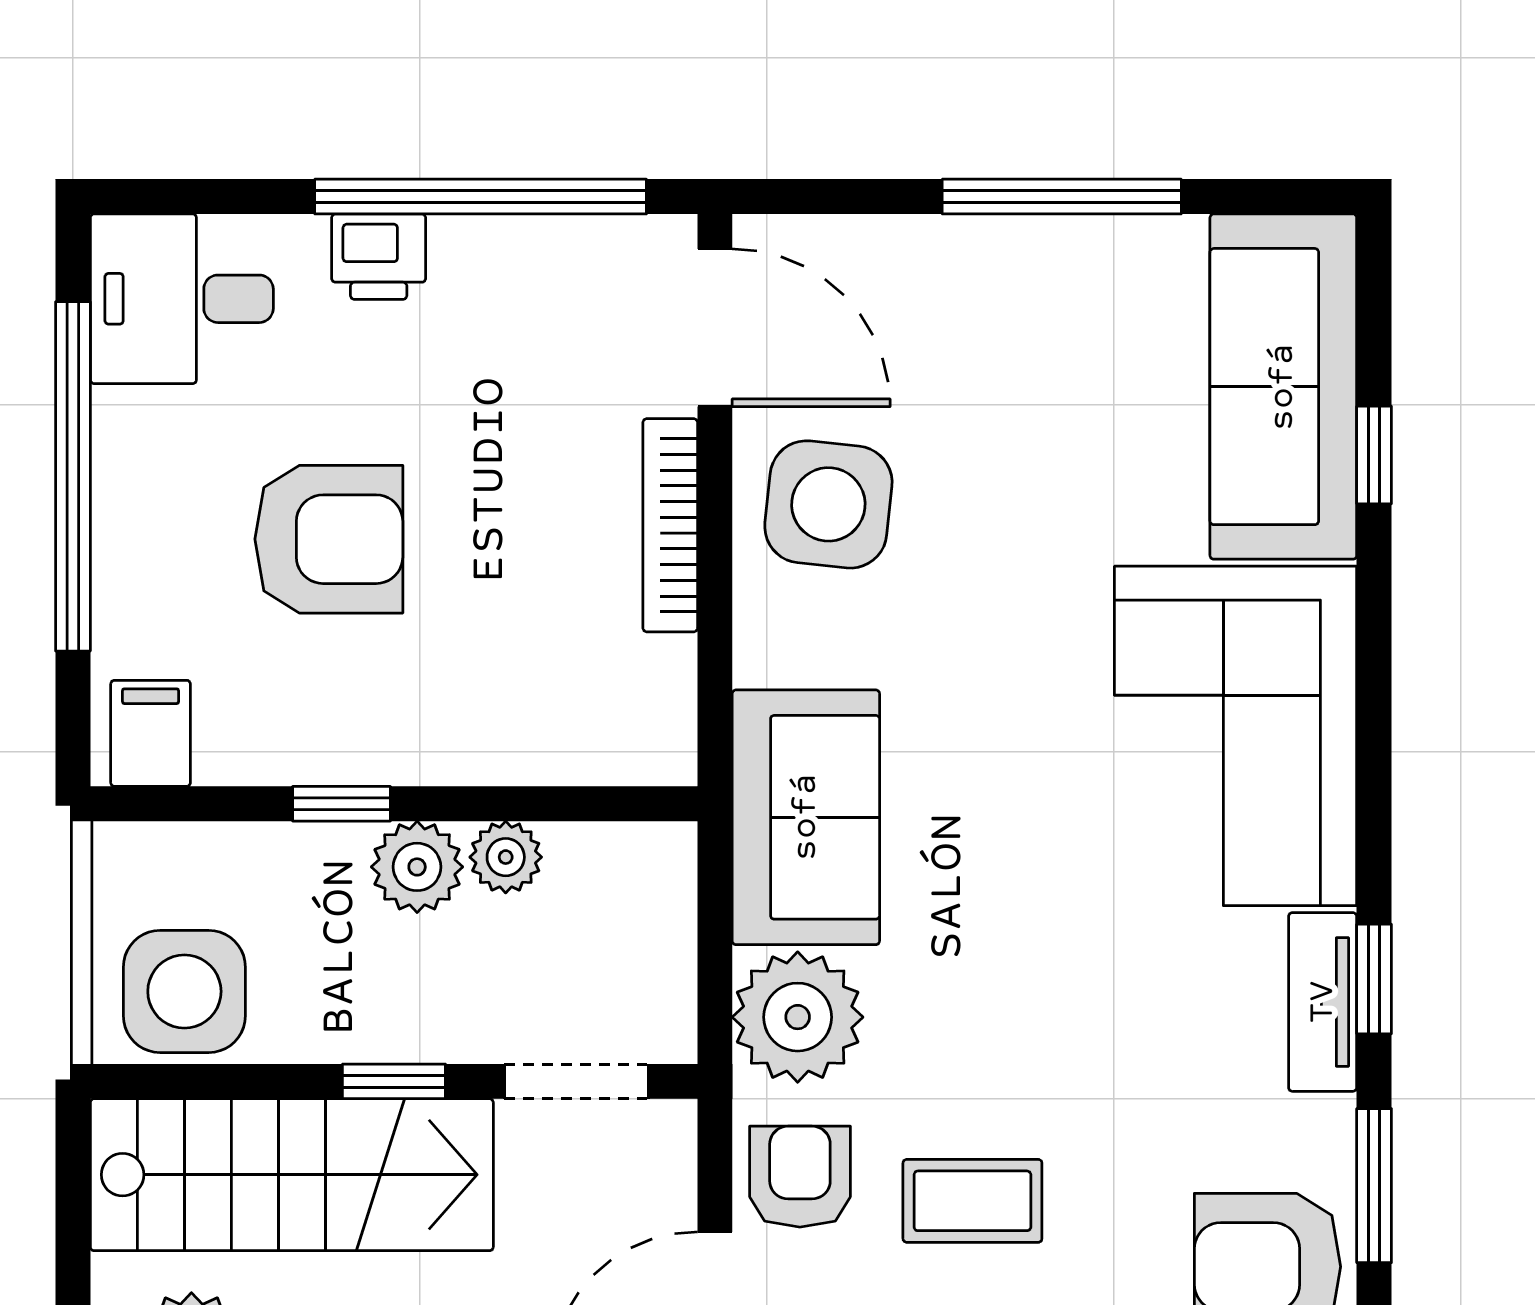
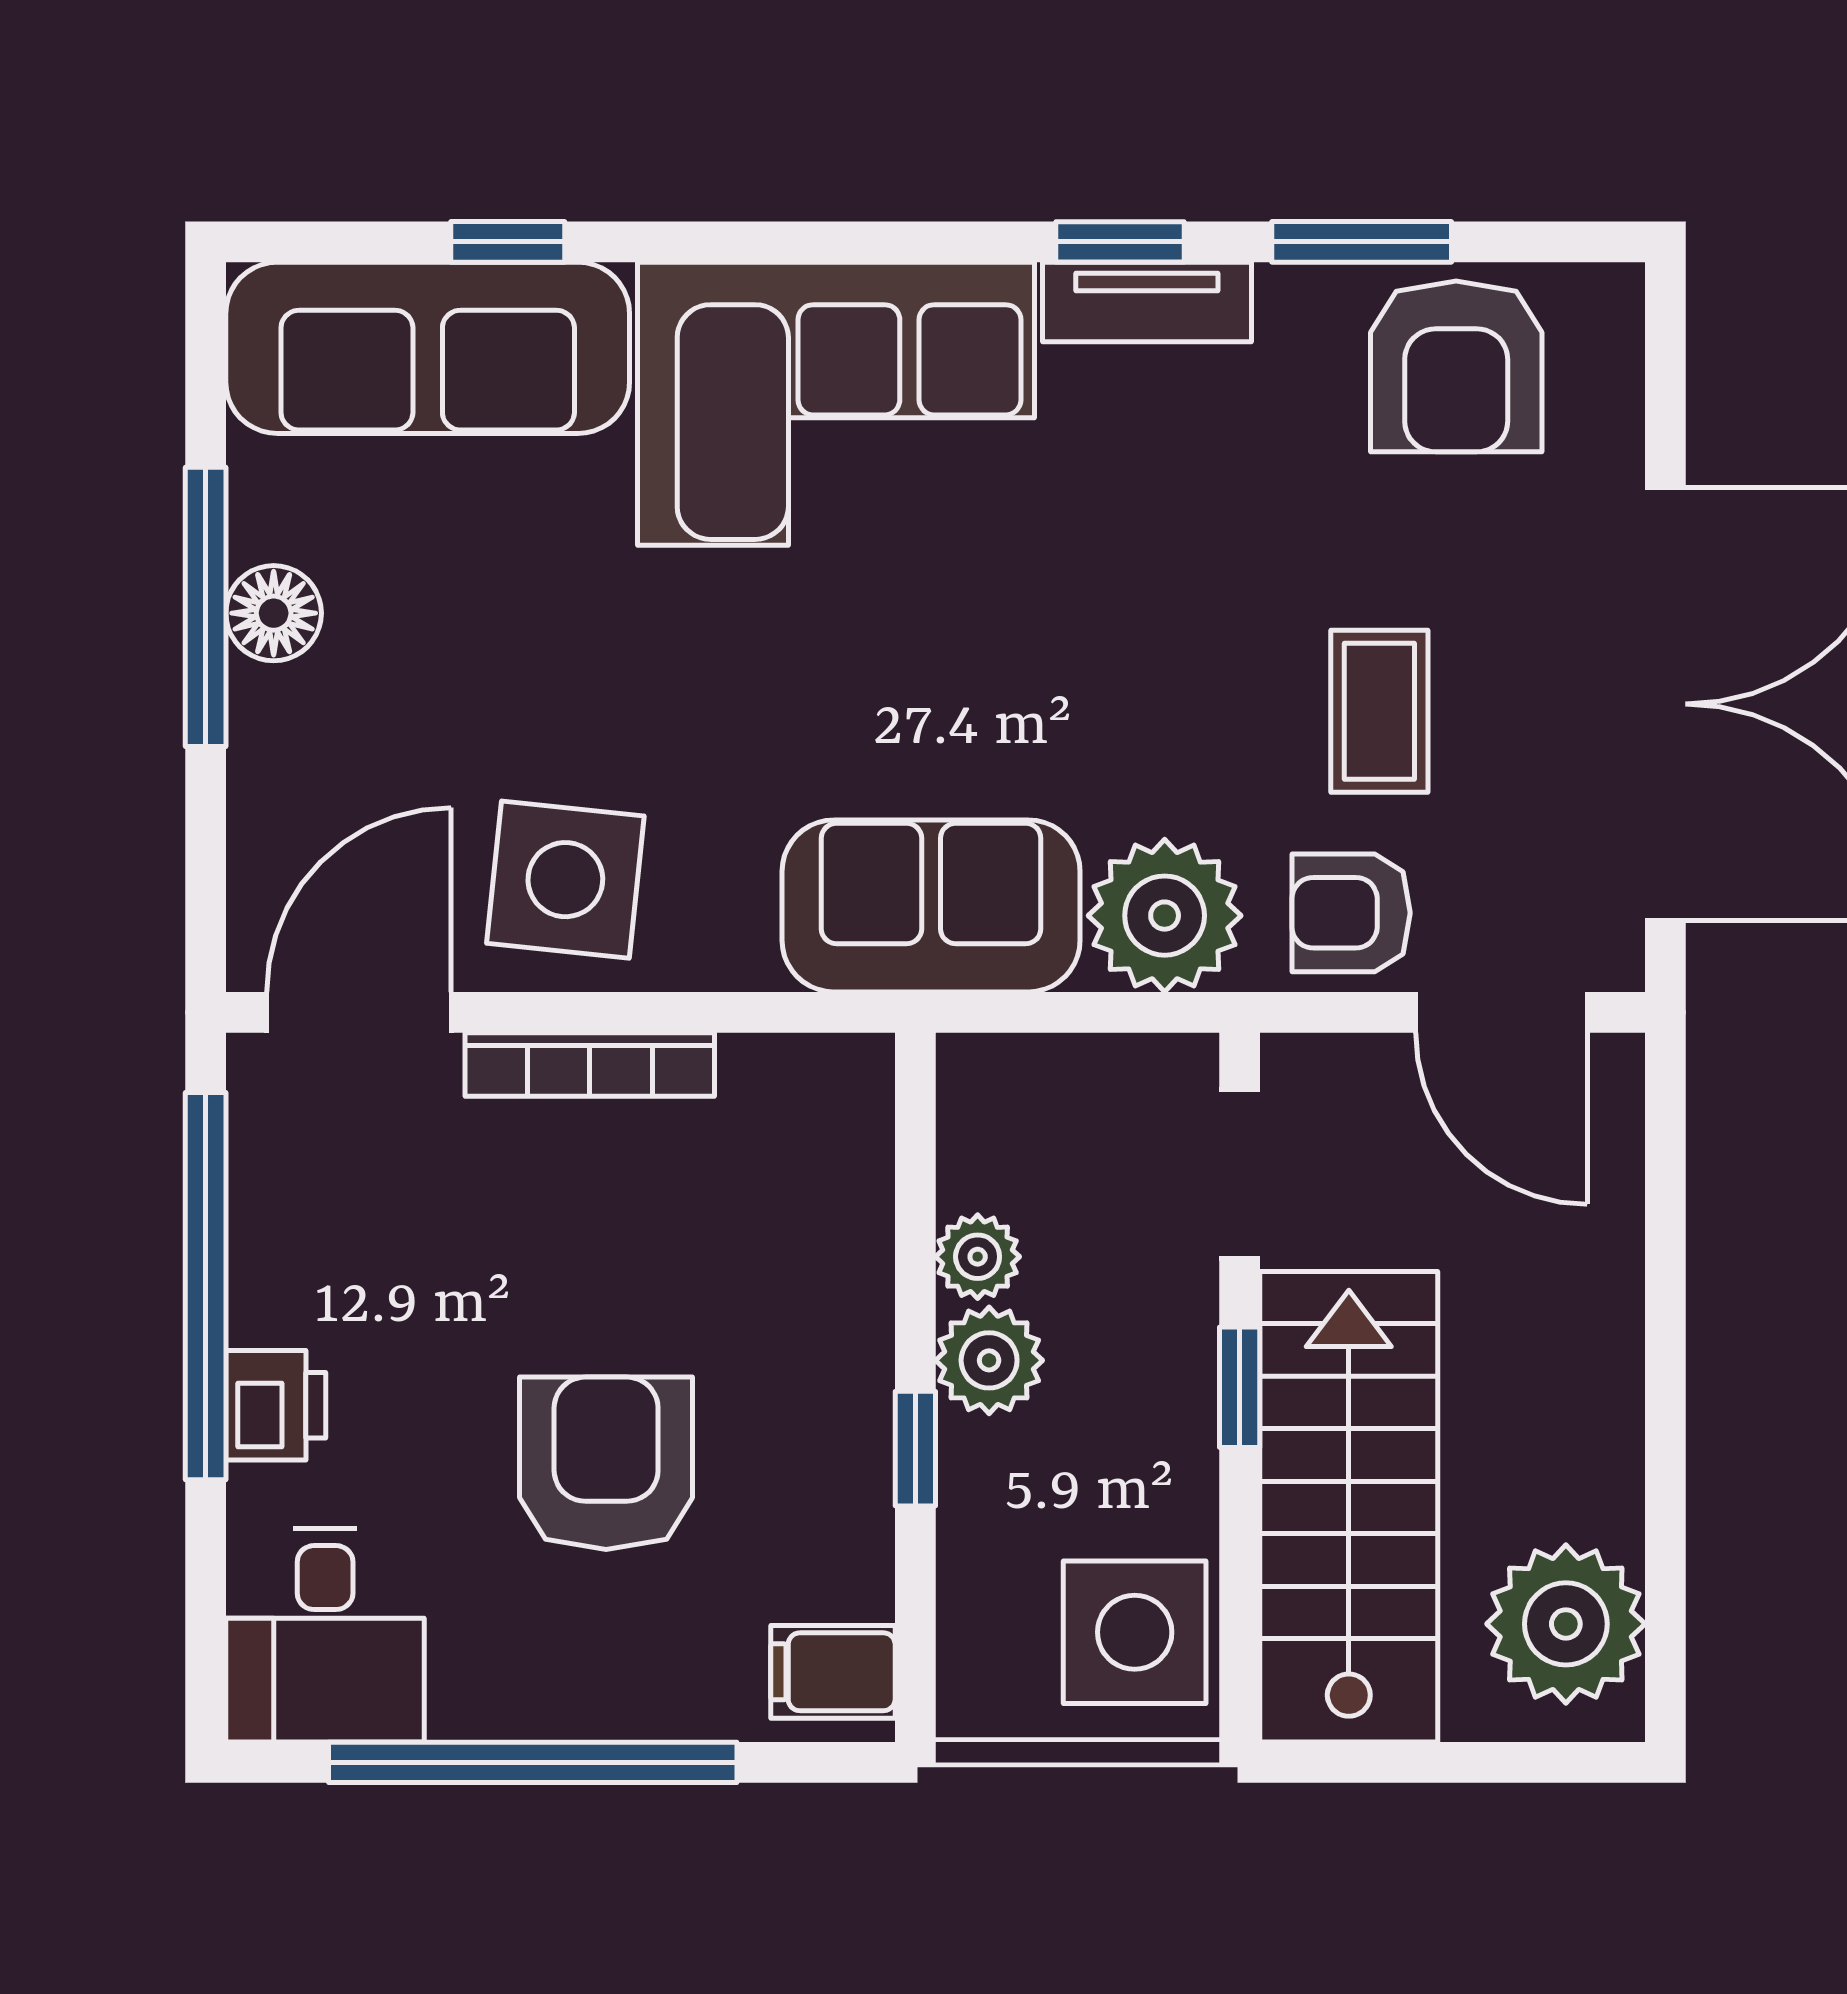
floor lamp: (1056, 255) -> (274, 613), added

